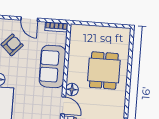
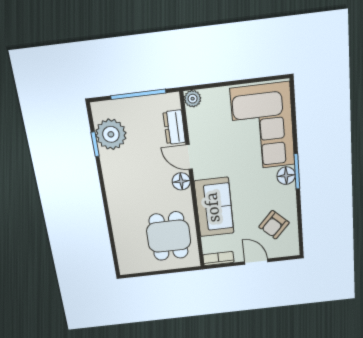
dining table: (104, 70) -> (169, 236), moved

